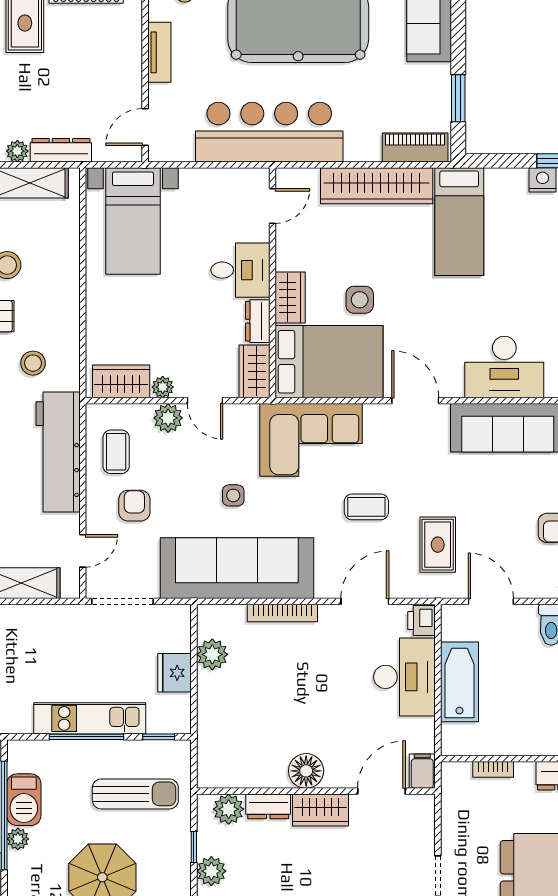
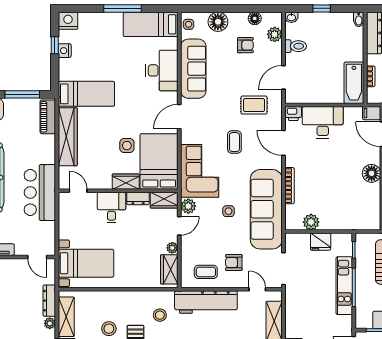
window: (458, 98) -> (22, 94), width x1.44
bar counter: (269, 132) -> (40, 193), width x0.73
plant: (168, 418) -> (188, 206), moved
bathtub: (459, 682) -> (354, 83), moved, turned -90

